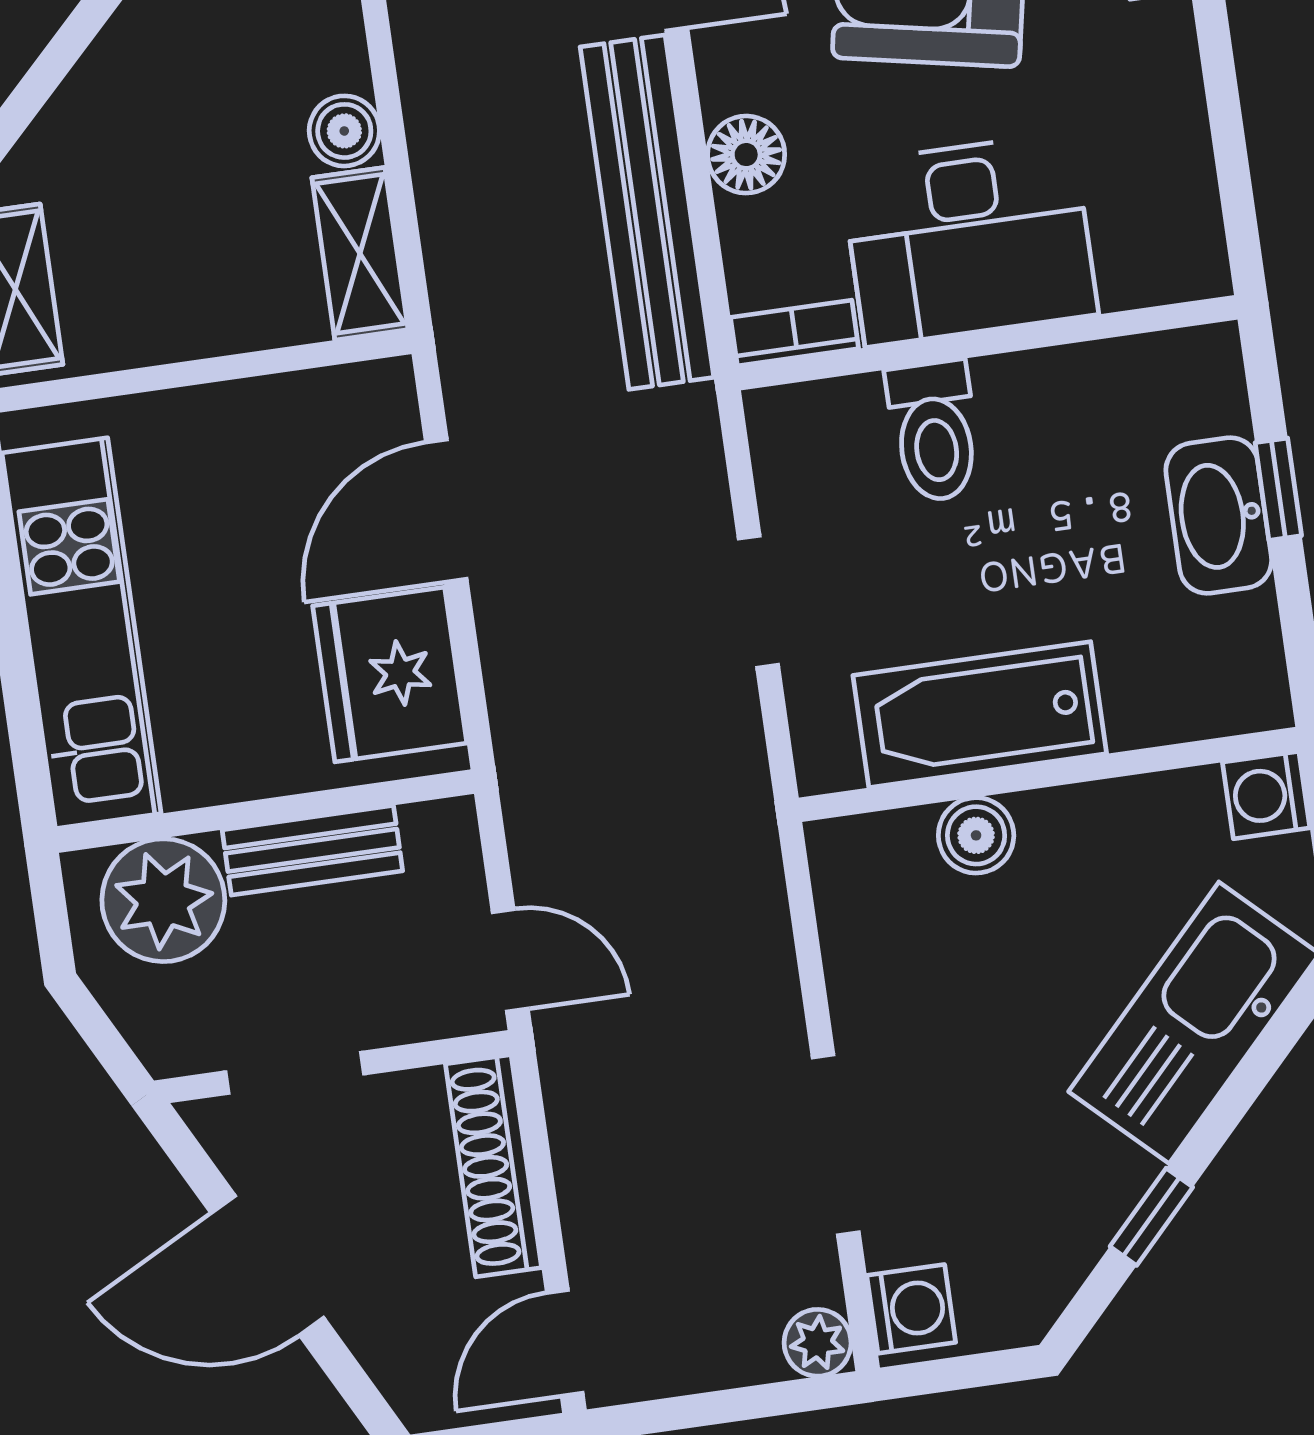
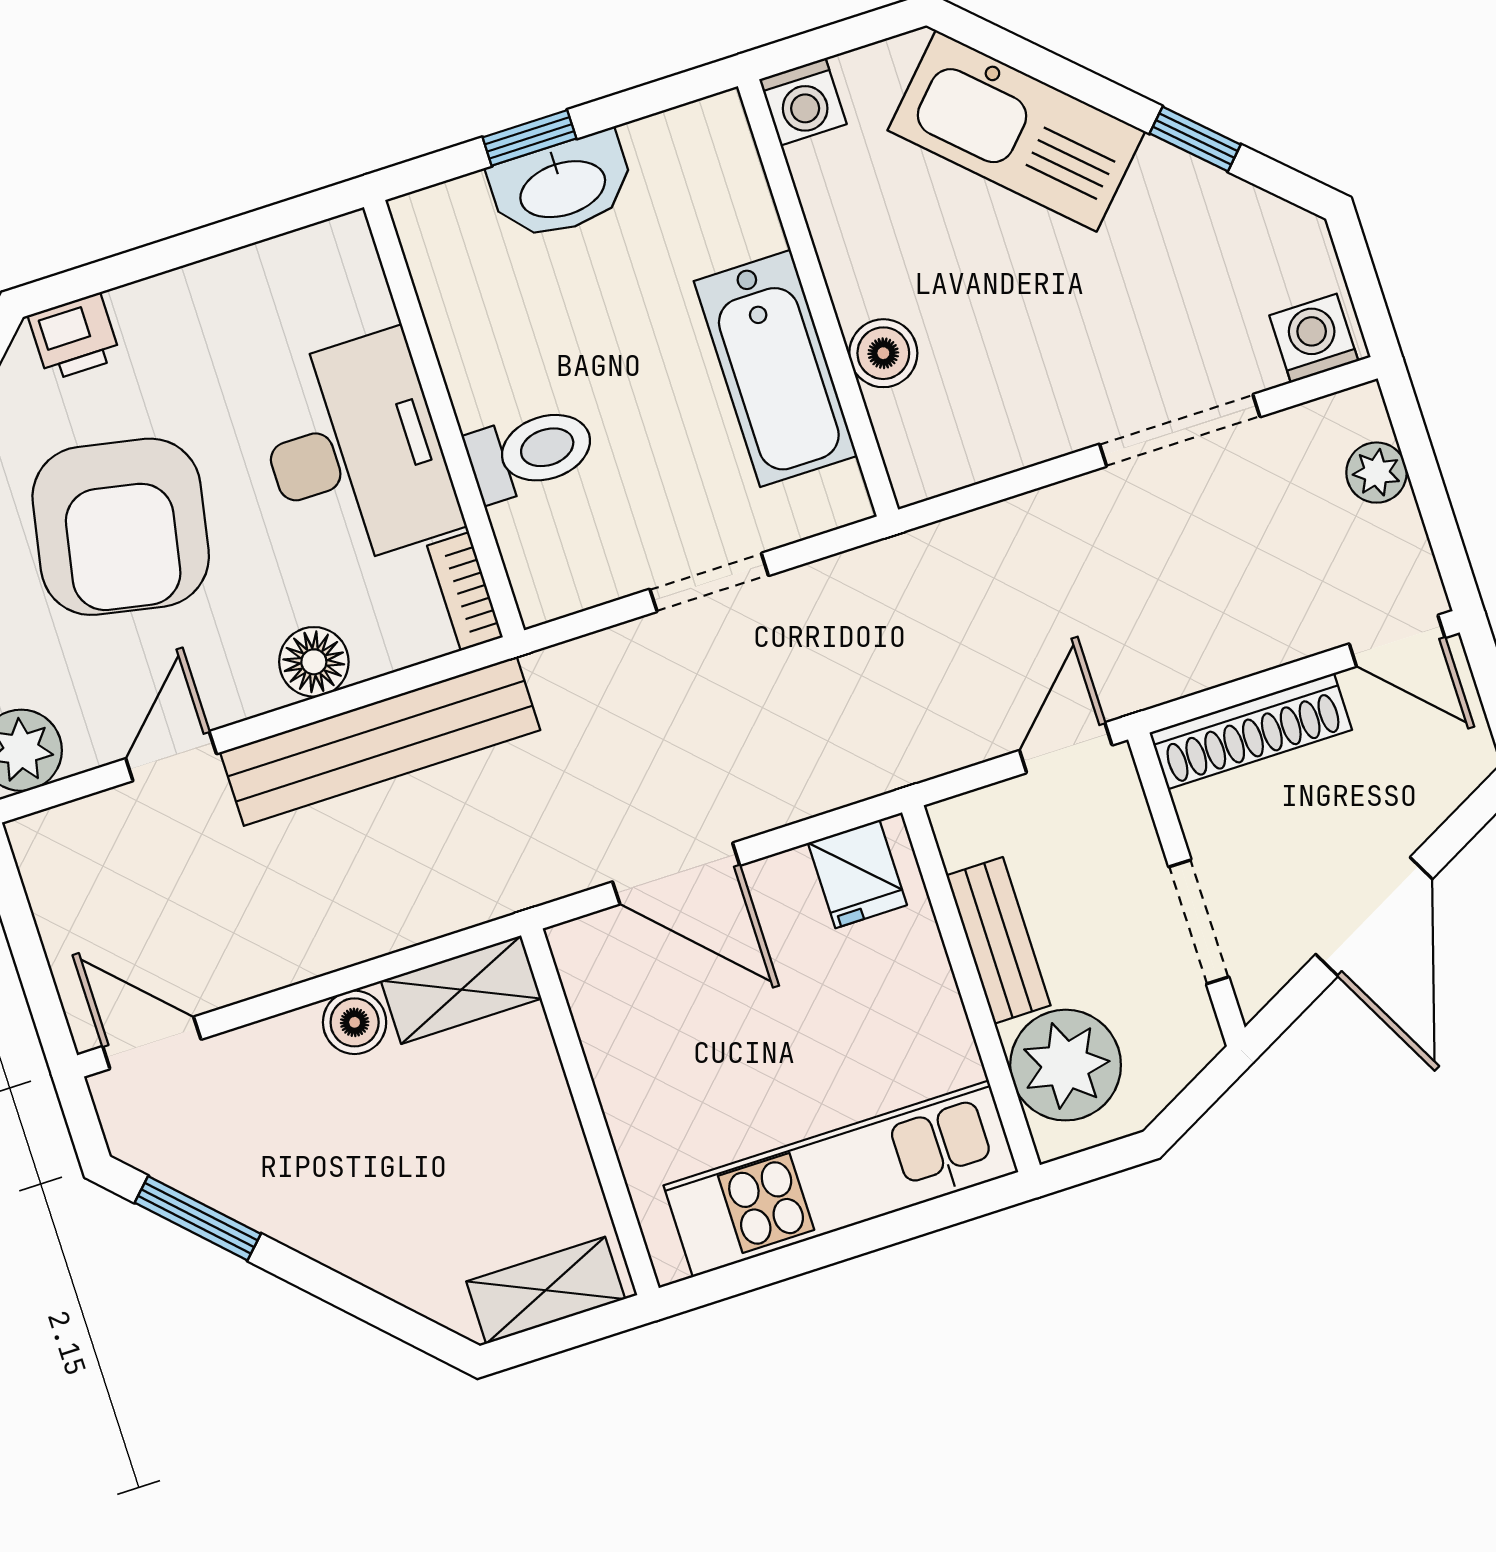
fridge: (390, 674) -> (857, 874), width x0.53, depth x0.75
plant: (818, 1343) -> (1376, 473), moved

